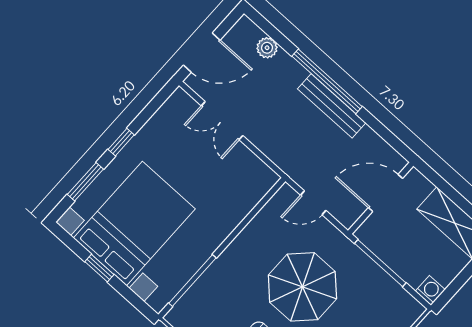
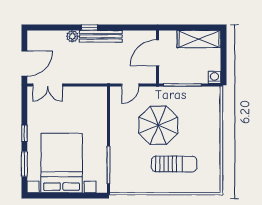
plant: (267, 48) -> (72, 36), moved
window: (327, 81) -> (89, 28), width x0.32
double door: (222, 121) -> (48, 85), moved
window: (99, 268) -> (64, 196), removed

